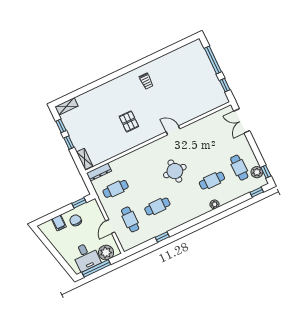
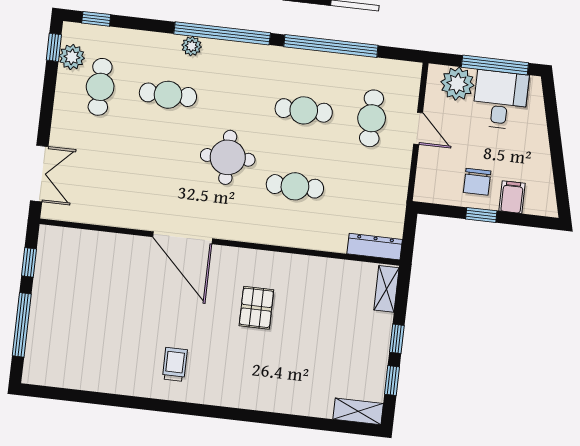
door: (173, 130) -> (183, 238), width x1.88
cafe table: (116, 189) -> (295, 186), moved
window: (79, 203) -> (481, 215), moved
window: (206, 216) -> (222, 33), added
door: (110, 227) -> (418, 128), hinge flipped
window: (162, 237) -> (331, 46), width x3.17

